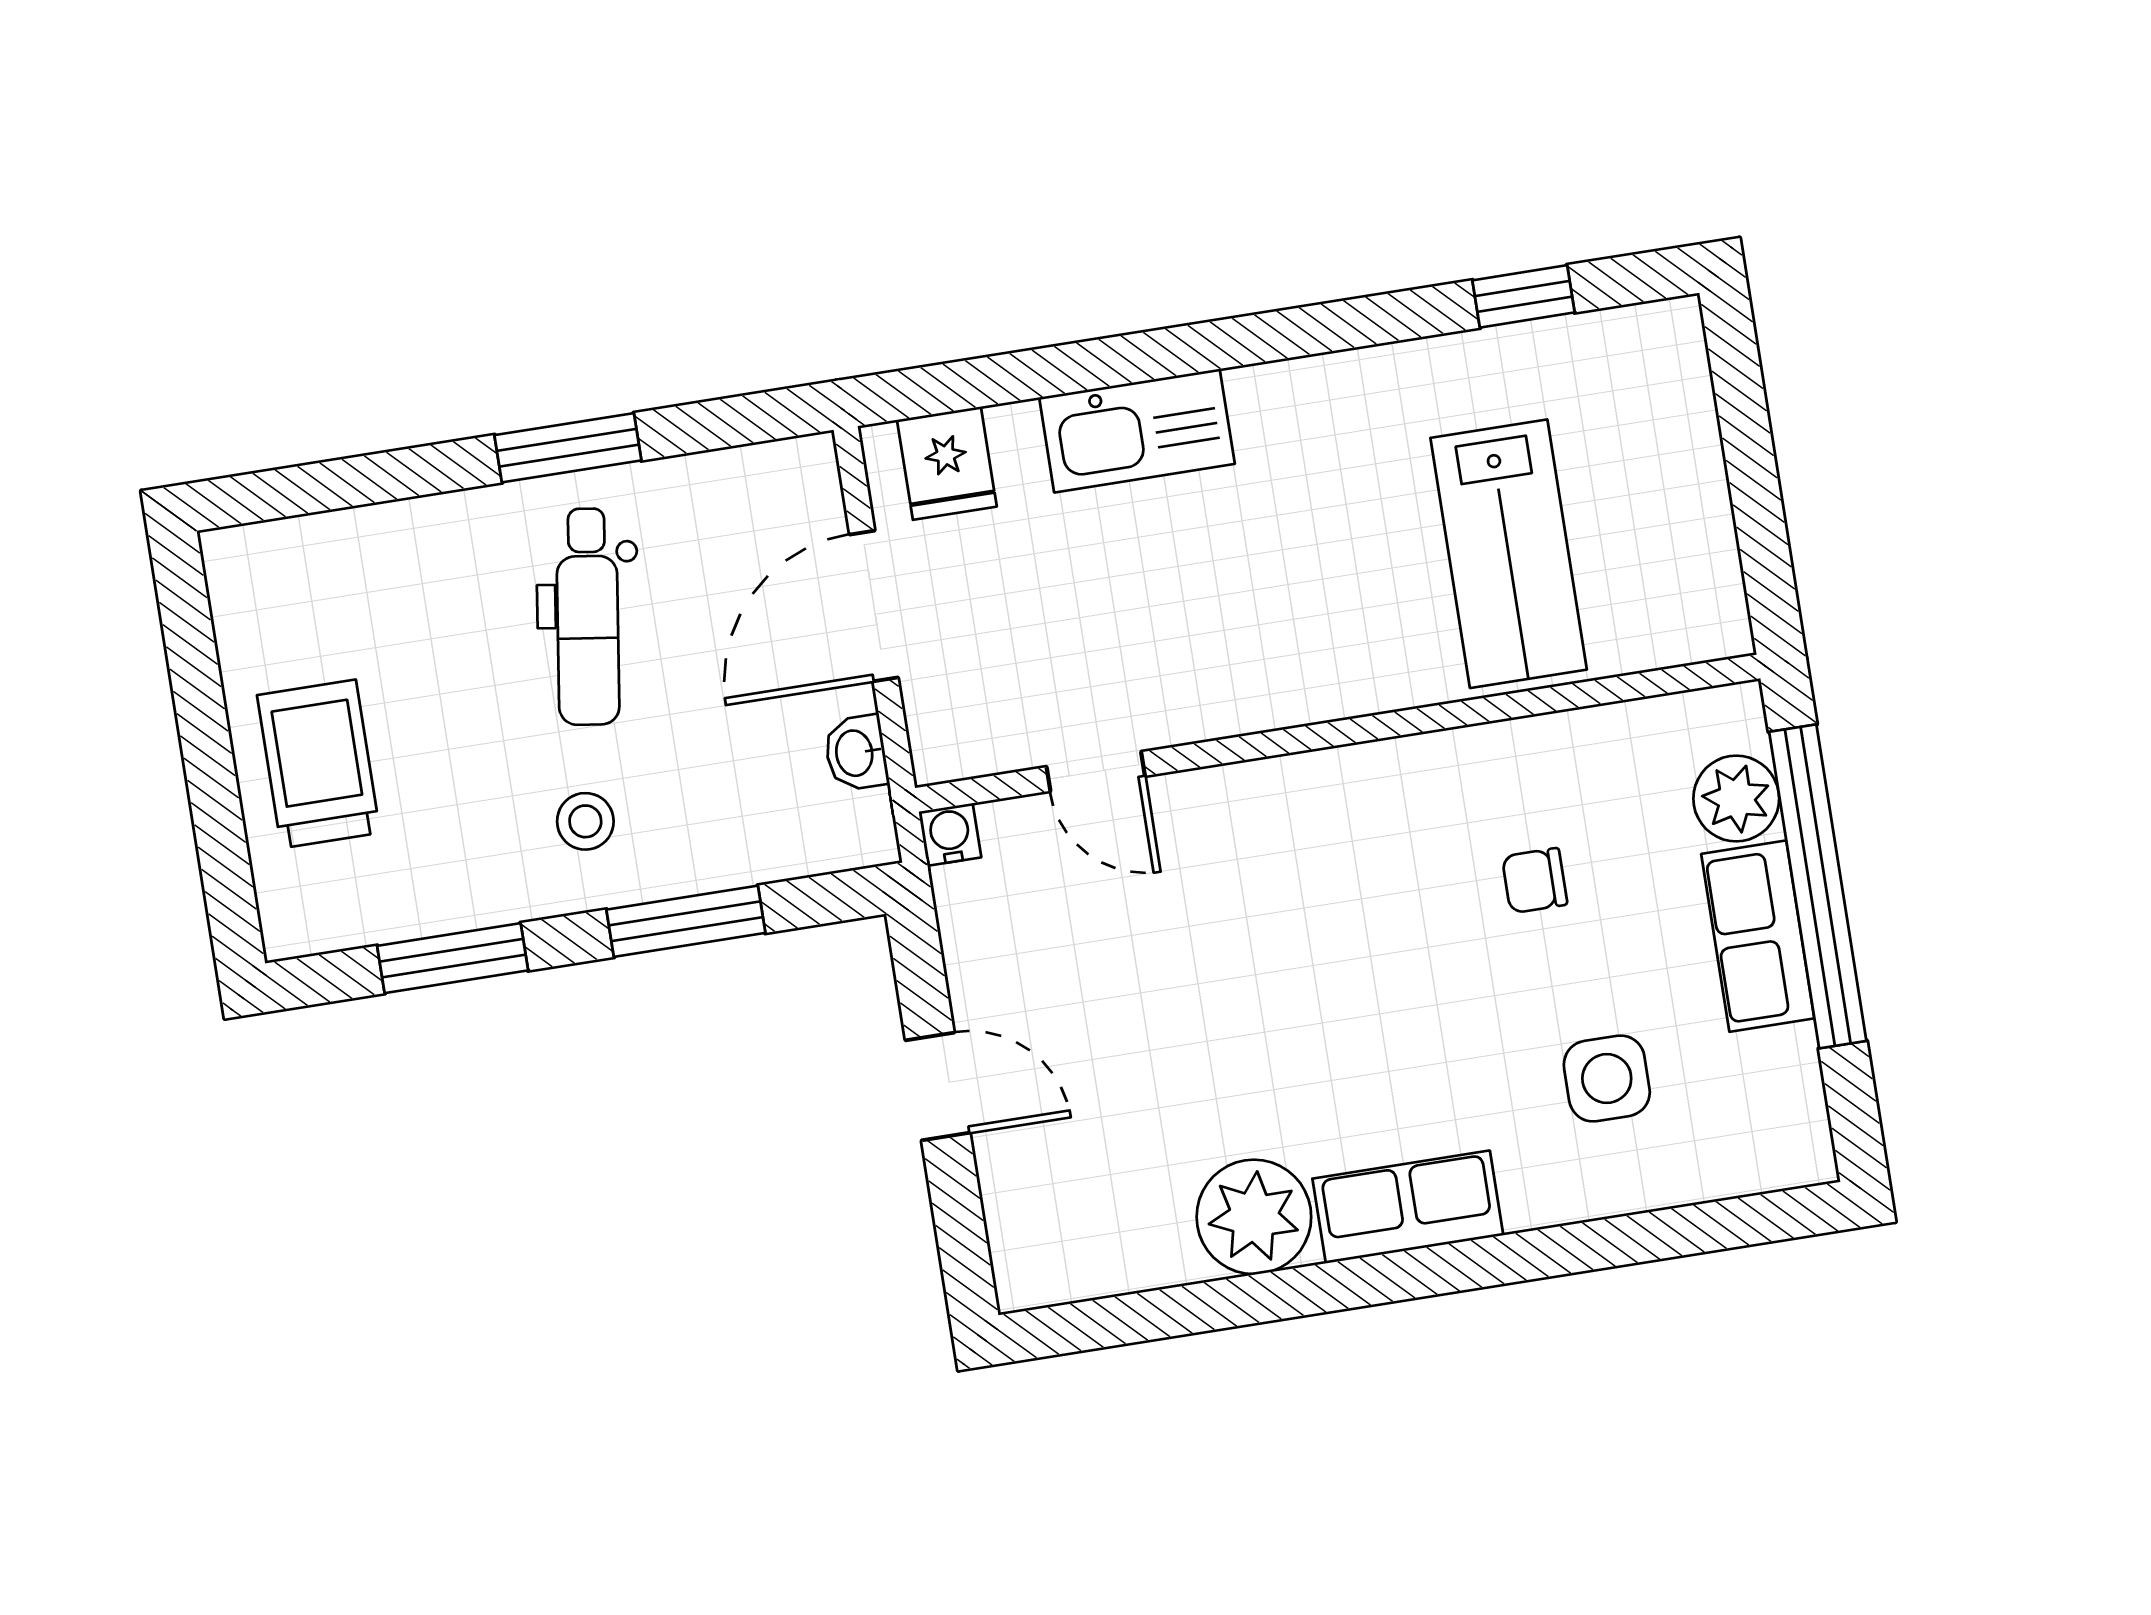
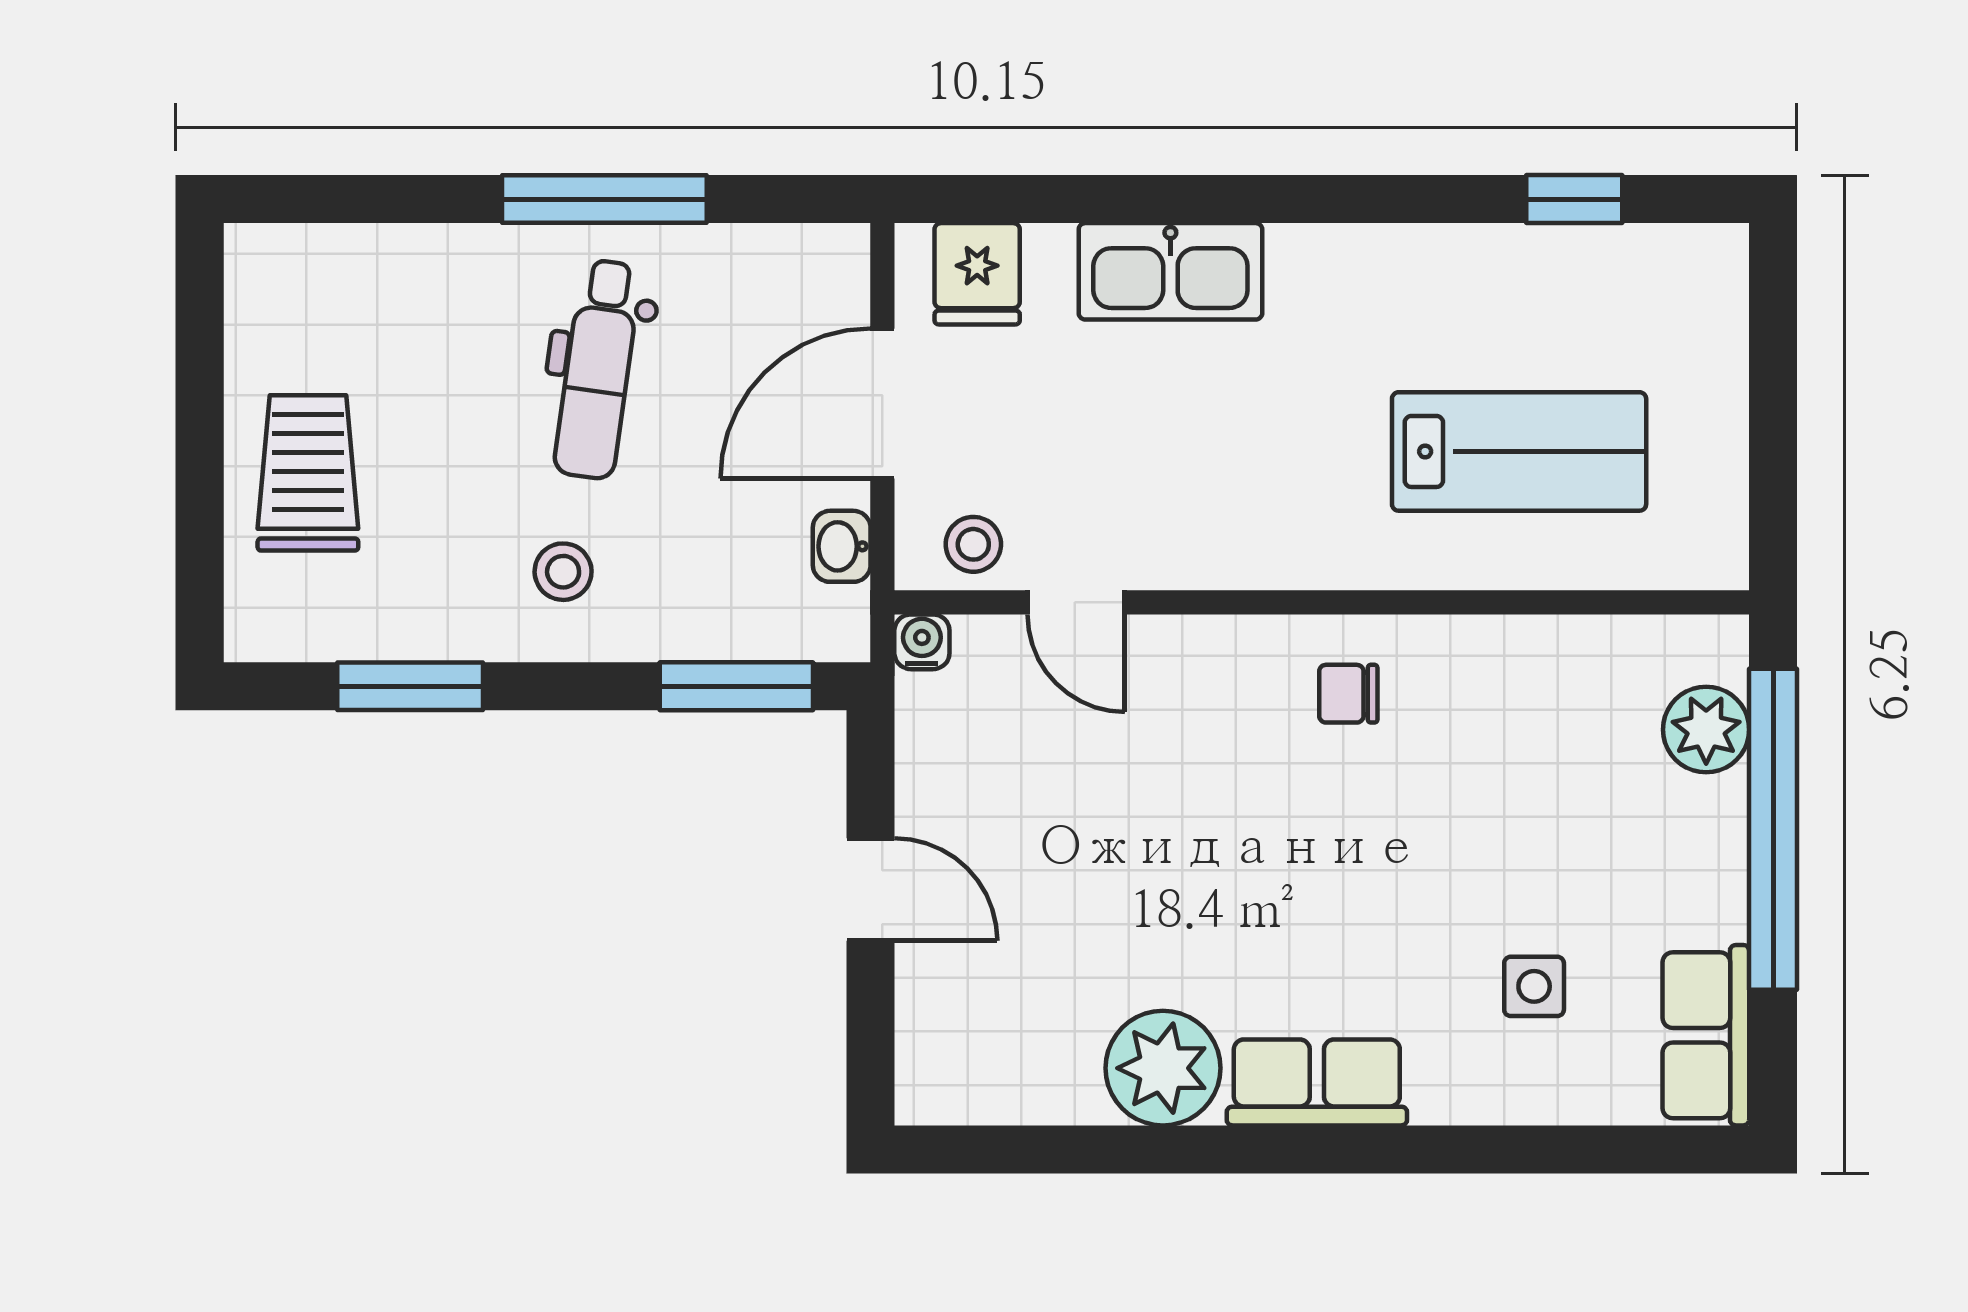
window: (568, 448) -> (604, 199), width x1.44
lab bench: (1509, 554) -> (1519, 451), turned -90
stool: (985, 730) -> (973, 544), added
chair: (1535, 881) -> (1348, 694), moved
window: (686, 921) -> (736, 686), moved
row of seats: (1758, 936) -> (1706, 1035), moved
side table: (1607, 1078) -> (1534, 986), width x0.73, depth x0.73

